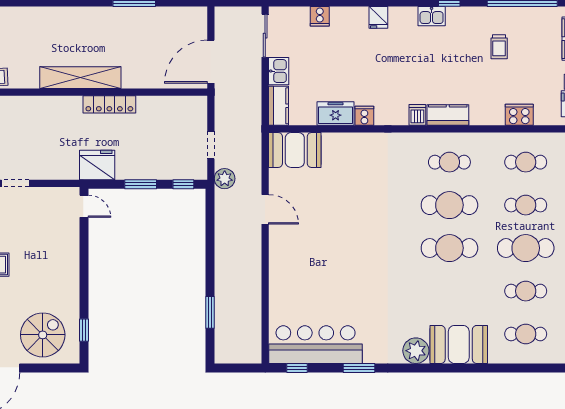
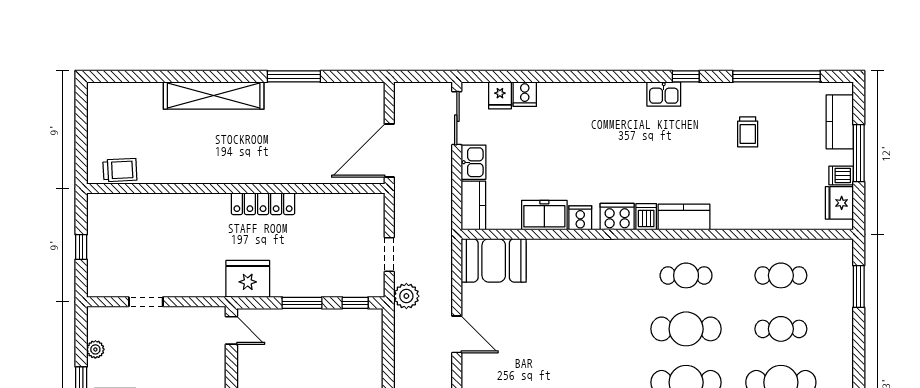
fridge: (378, 17) -> (500, 95), moved
shelving: (80, 78) -> (214, 95), moved
cooker: (519, 115) -> (617, 217), moved

